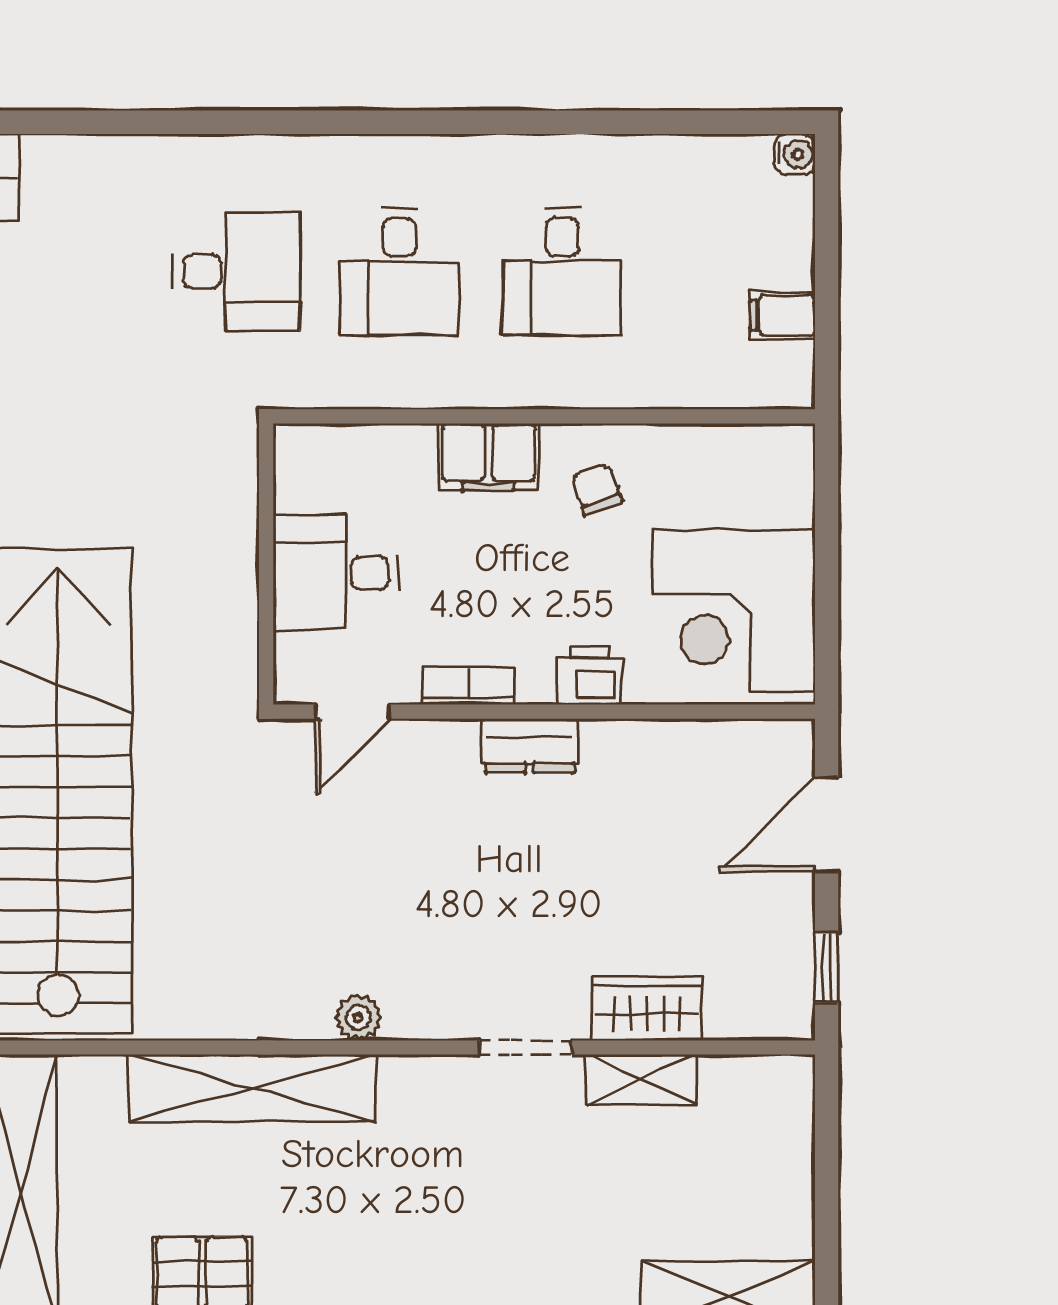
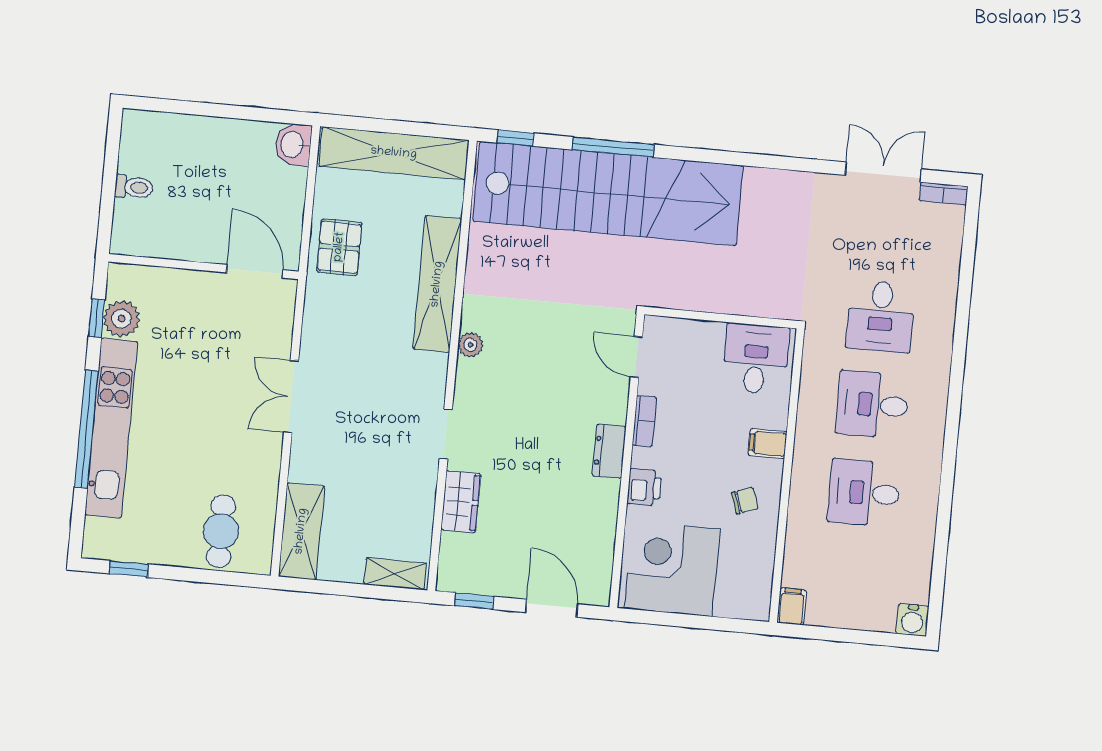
water cooler: (795, 154) -> (912, 620), width x1.38, depth x1.38
filing cabinet: (783, 315) -> (792, 606), moved
filing cabinet: (489, 457) -> (768, 444), width x0.50
desk: (336, 573) -> (756, 359), moved
shelving: (642, 1079) -> (395, 574), moved, turned 90

